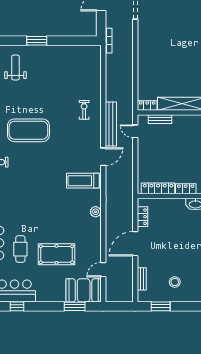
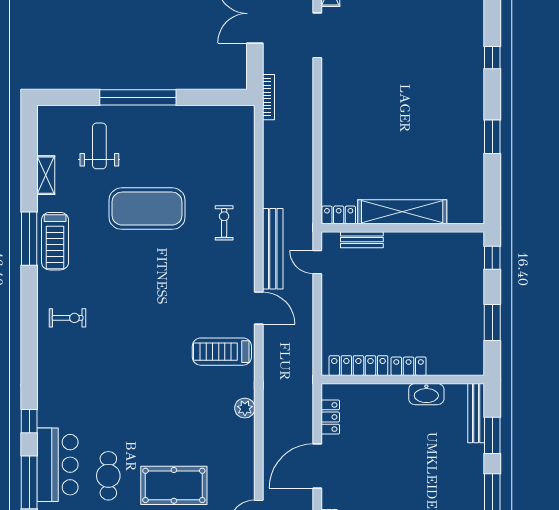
window: (37, 41) -> (138, 97), width x2.11
exercise mat: (28, 130) -> (147, 209), moved
door: (103, 157) -> (259, 308), hinge flipped

